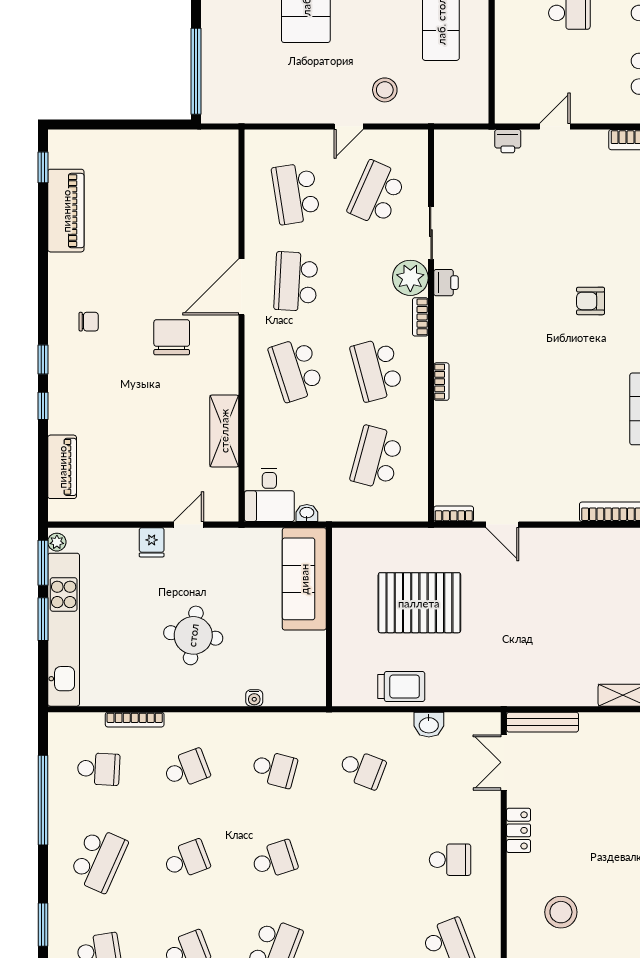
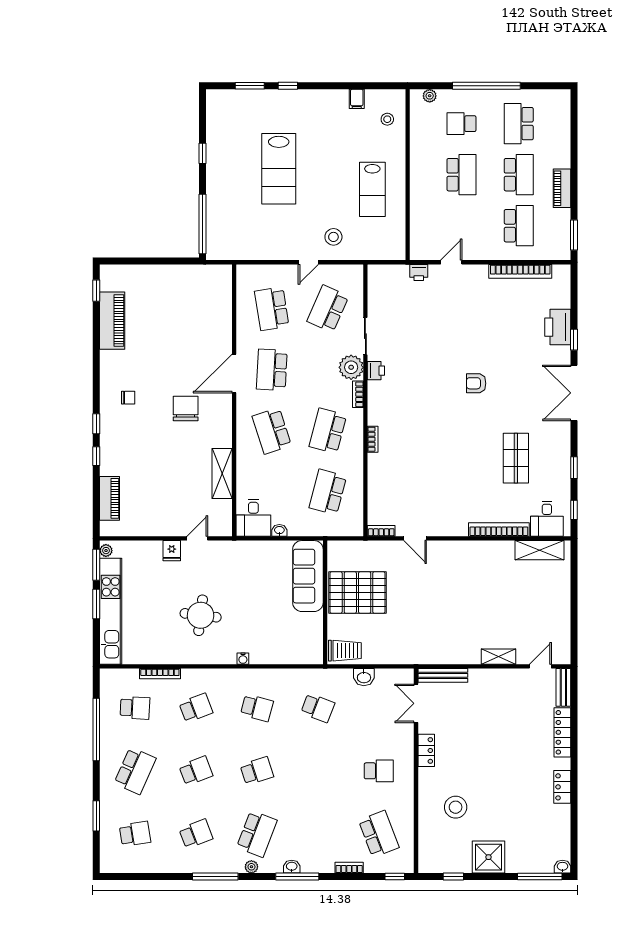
school desk: (377, 370) -> (328, 431), turned 30
sofa: (304, 579) -> (308, 576), moved
wall: (329, 617) -> (325, 602), moved

